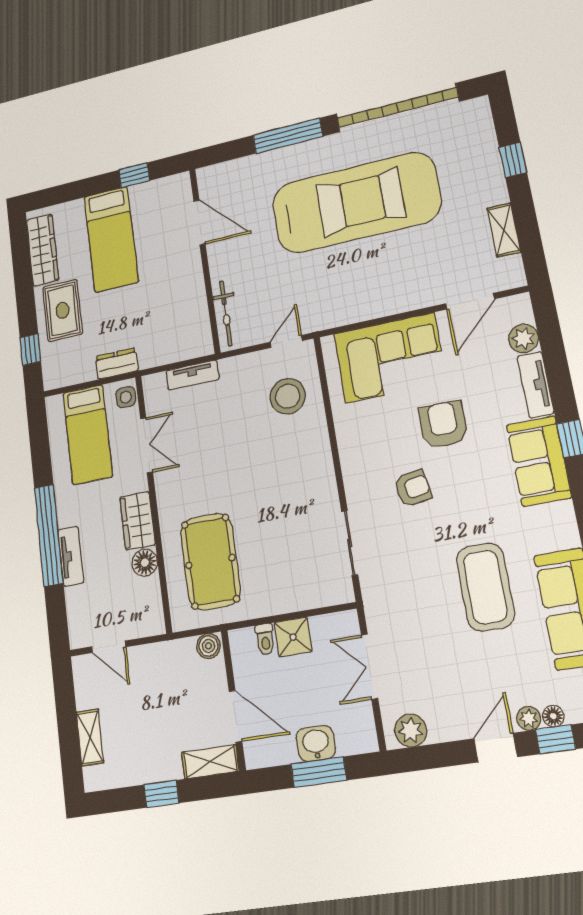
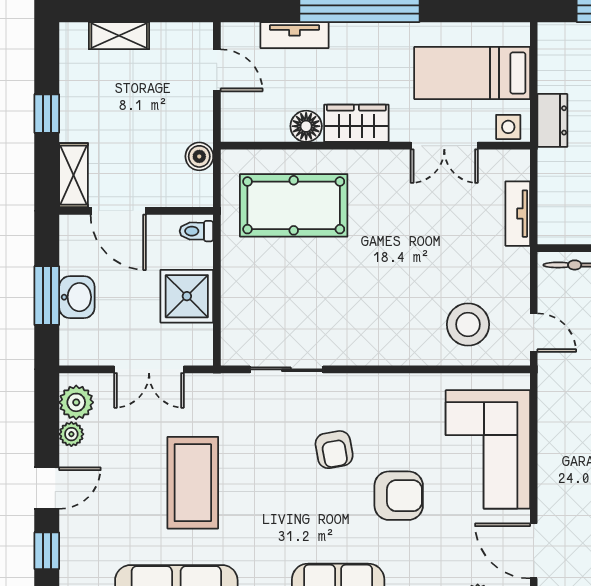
tv unit: (71, 556) -> (294, 35), moved
coffee table: (485, 587) -> (193, 483), moved, turned 90
shower: (293, 637) -> (187, 296), width x1.36, depth x1.36
toilet: (265, 639) -> (196, 231), moved
boiler: (208, 646) -> (199, 156), moved
door: (109, 647) -> (217, 70), swing flipped
double door: (370, 667) -> (149, 369), swing flipped
door: (235, 716) -> (118, 211), hinge flipped
floor lamp: (553, 716) -> (70, 553), removed
plant: (529, 718) -> (71, 434), moved
door: (496, 748) -> (47, 488), hinge flipped

